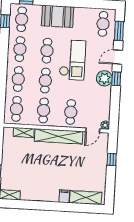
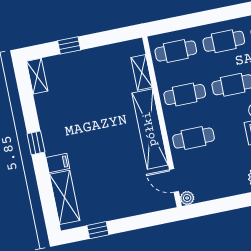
window: (112, 159) -> (98, 230), moved
window: (49, 206) -> (36, 143), added

